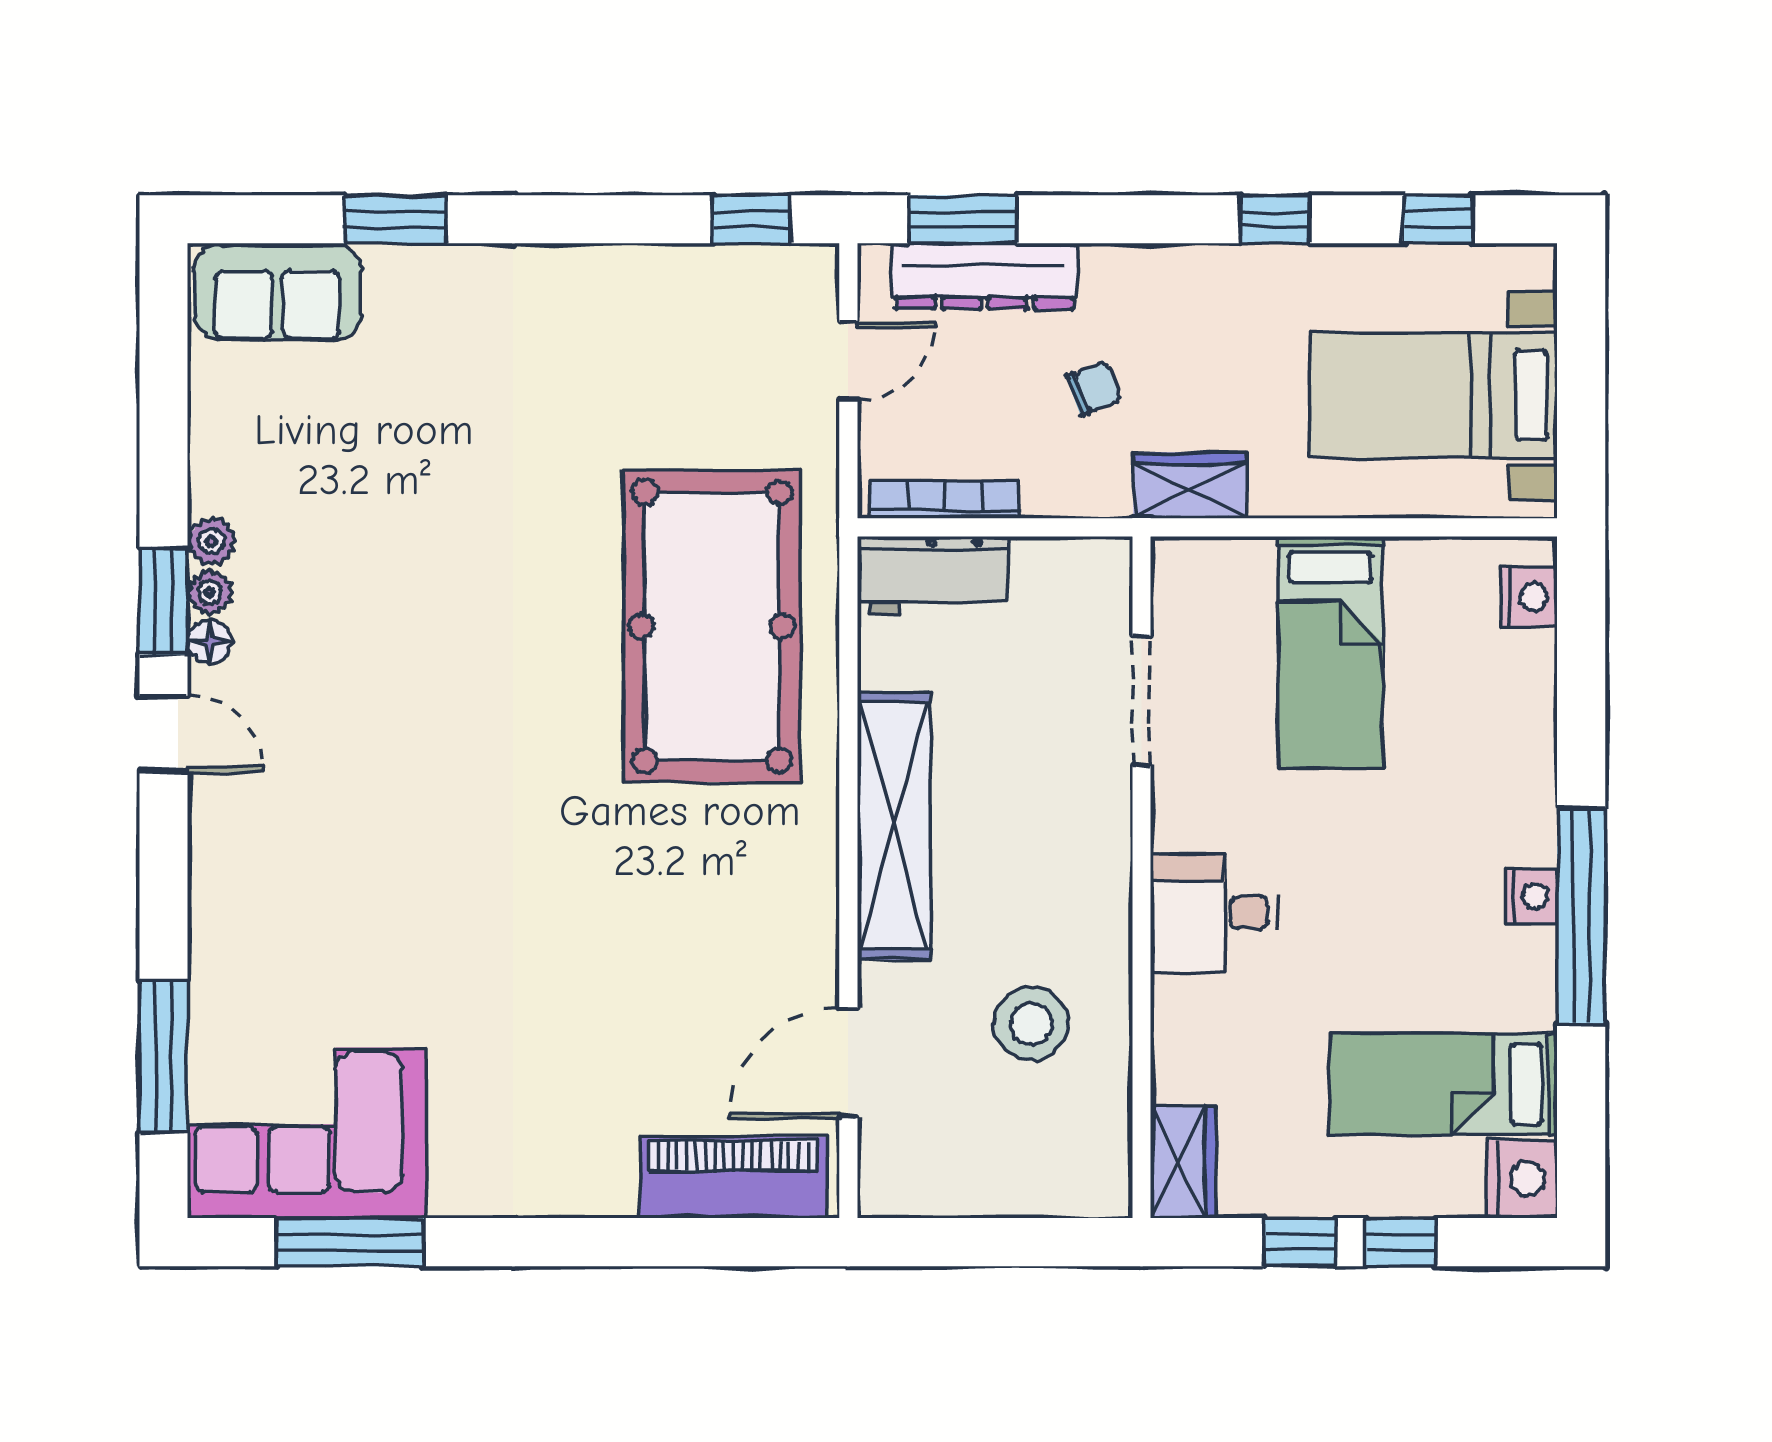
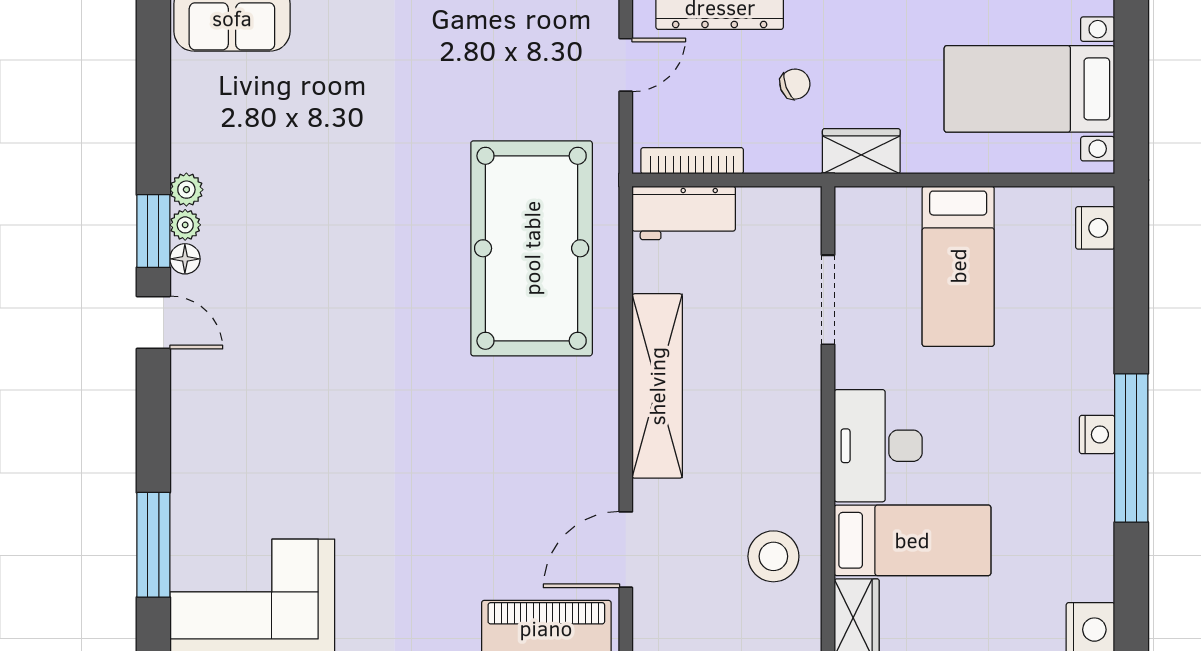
desk: (1214, 913) -> (878, 446), width x1.37
stool: (1031, 1024) -> (773, 556), moved
bed: (1444, 1084) -> (912, 540), moved, turned 180

